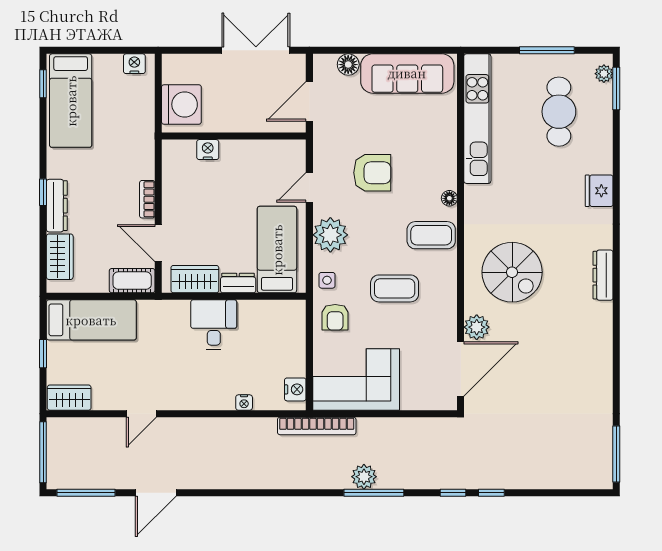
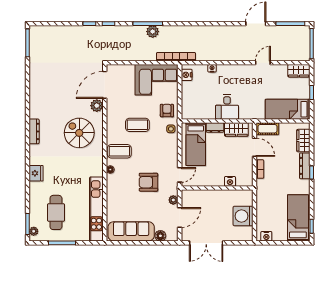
wall: (234, 136) -> (217, 188), moved
nightstand: (208, 150) -> (230, 181), moved
plant: (330, 235) -> (173, 200), moved, width x0.53, depth x0.53

